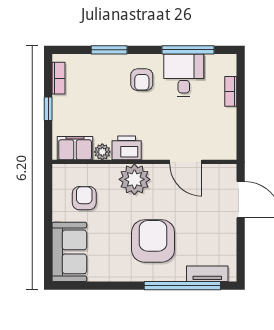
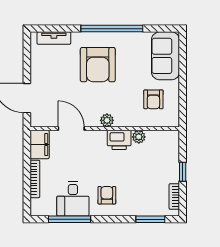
window: (109, 50) -> (150, 219), moved
bookcase: (231, 91) -> (35, 179), width x1.56
filing cabinet: (75, 148) -> (40, 145), moved, turned -90
plant: (134, 179) -> (107, 120), width x0.53, depth x0.53
window: (182, 286) -> (112, 29), moved

